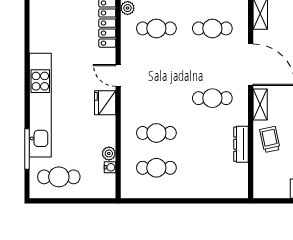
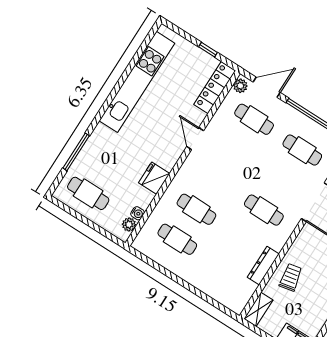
fridge: (105, 103) -> (154, 178), moved
kitchen unit: (40, 105) -> (137, 82), moved
shelving: (260, 105) -> (258, 309), moved
plant: (109, 153) -> (129, 225), moved

